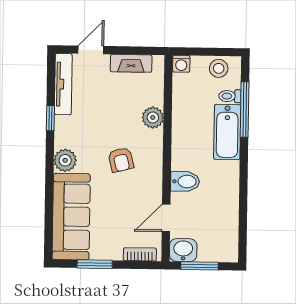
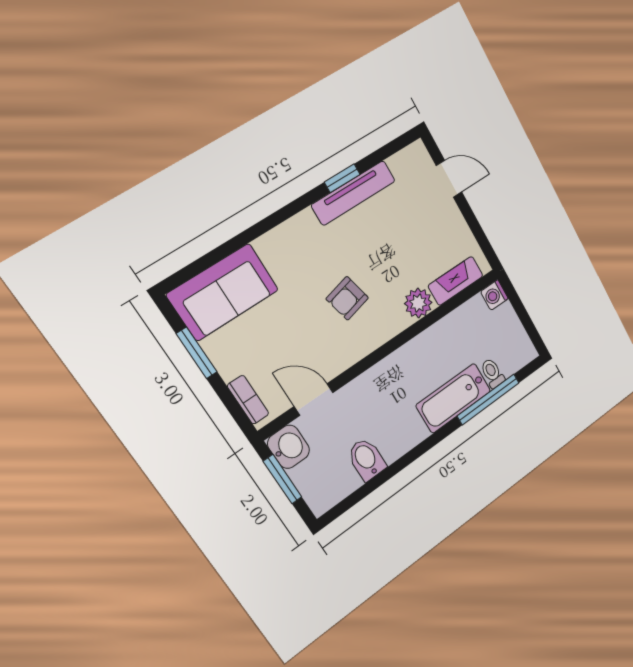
fireplace: (131, 63) -> (456, 281), moved, turned 90
stool: (219, 68) -> (513, 340), removed
tv unit: (63, 84) -> (354, 193), moved
plant: (65, 160) -> (303, 230), removed
bidet: (185, 181) -> (367, 459), moved, turned 180
sofa: (71, 217) -> (223, 292), width x0.73

